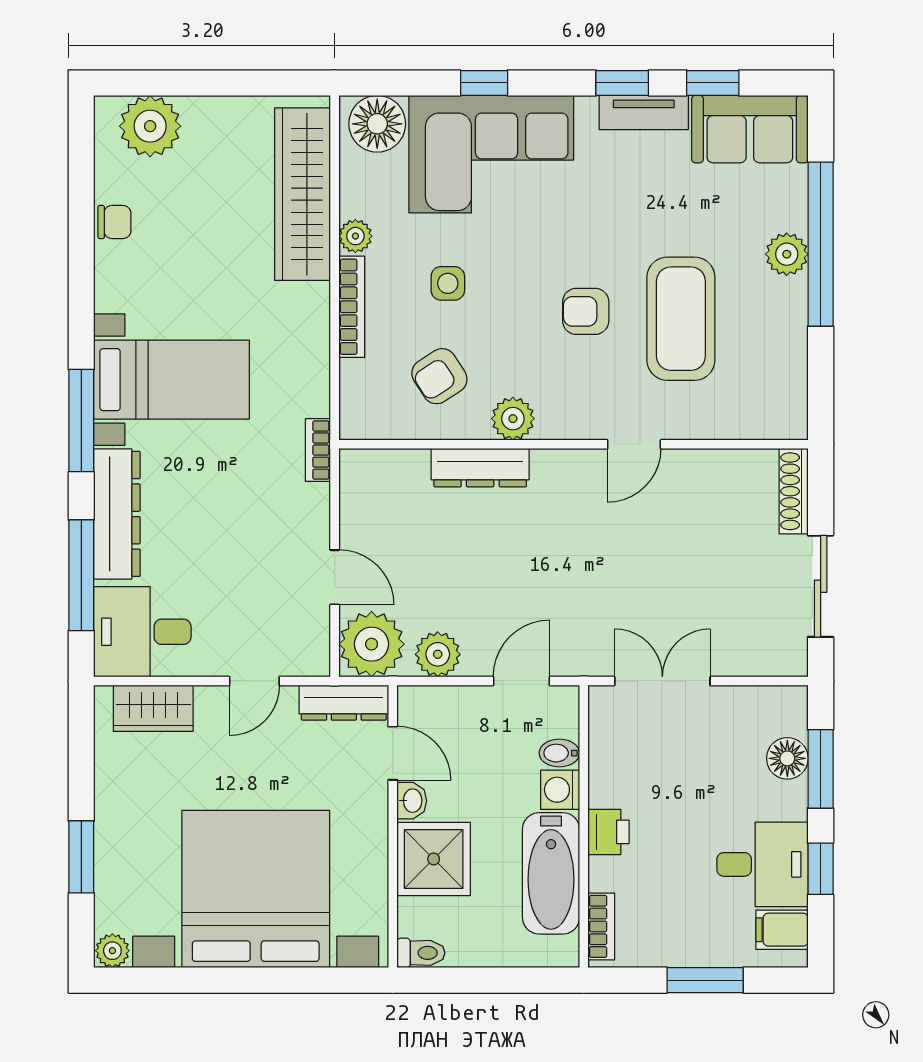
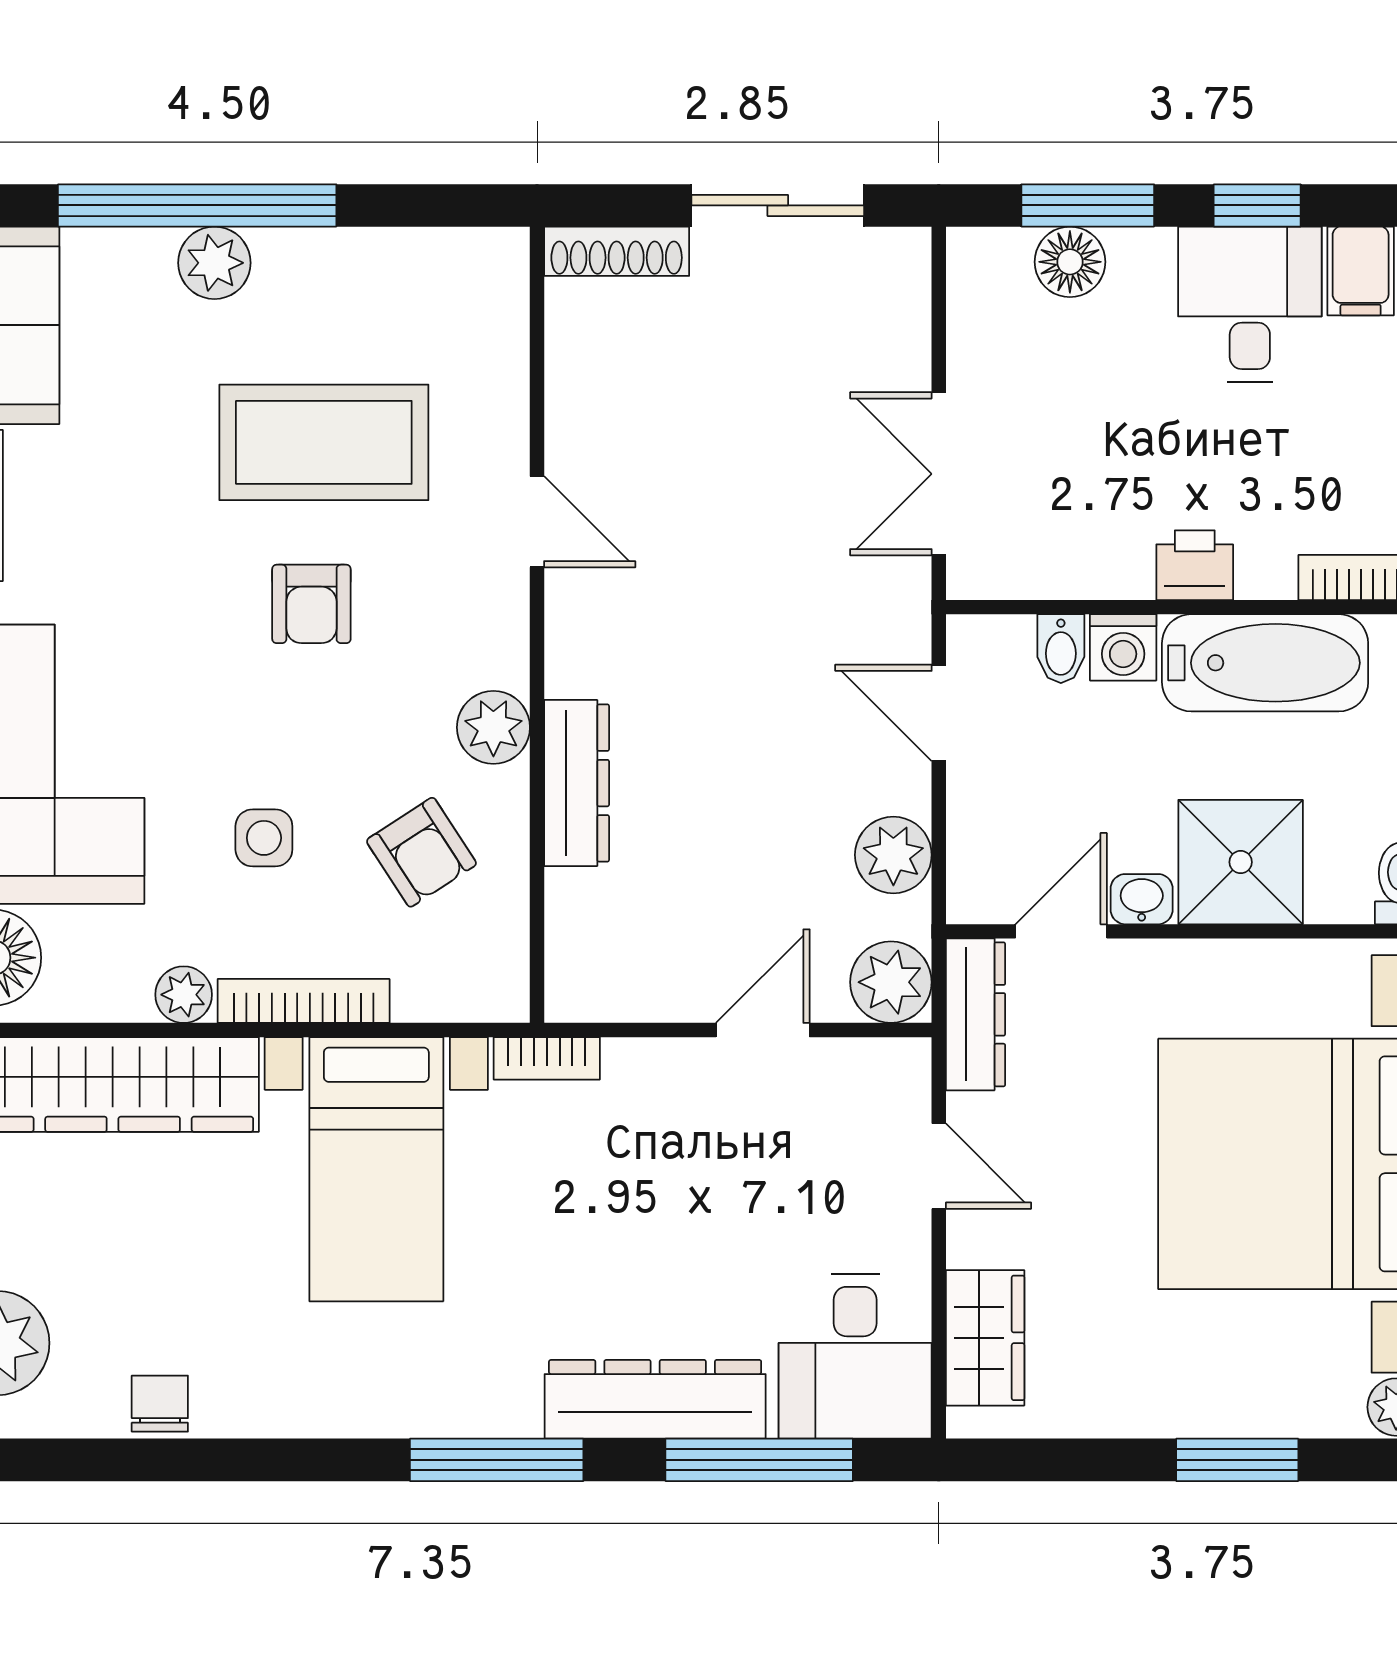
bed with nightstands: (172, 380) -> (376, 1169), moved, turned 180
plant: (372, 644) -> (891, 982), width x0.73, depth x0.73

